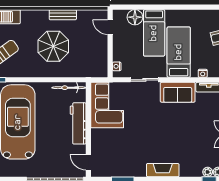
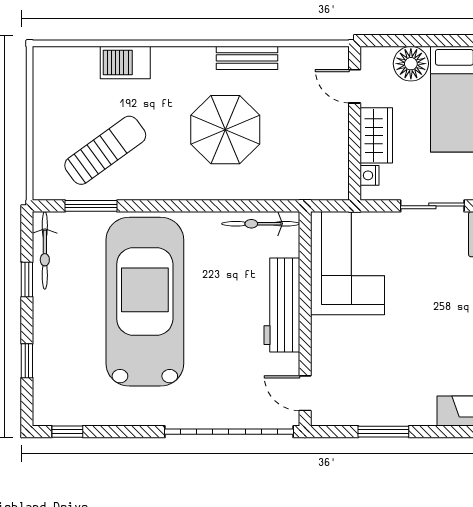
wardrobe: (120, 49) -> (376, 135), added

